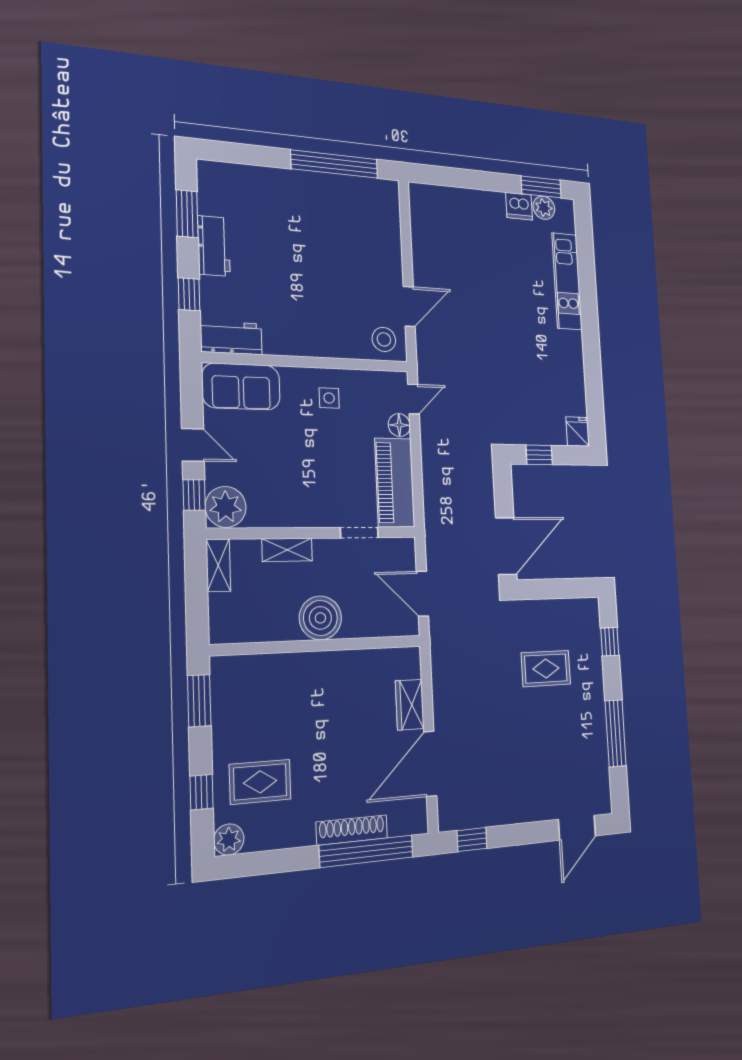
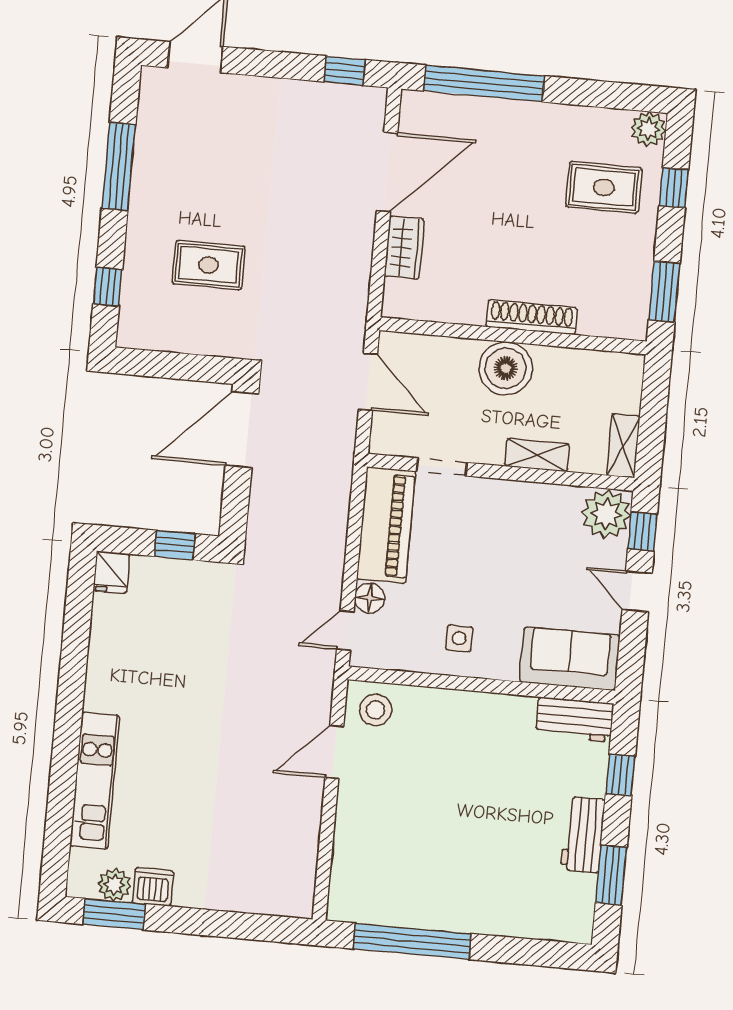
shoe rack: (352, 830) -> (532, 317), moved, turned 180

